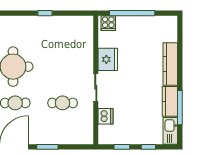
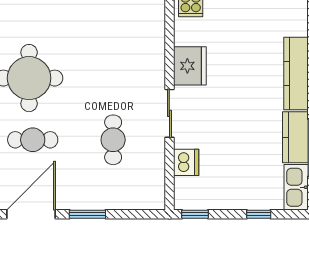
cafe table: (63, 103) -> (113, 140), turned 90
window: (122, 147) -> (195, 214), moved

